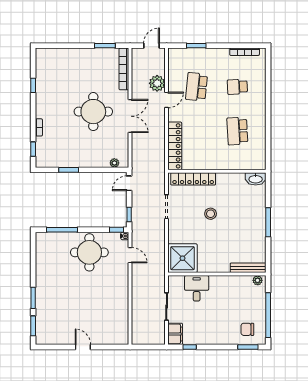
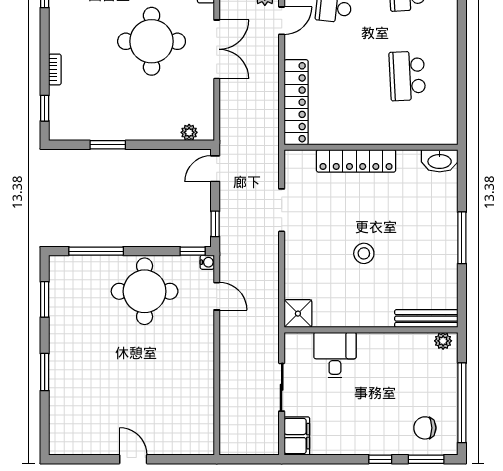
locker: (193, 179) -> (356, 161), moved
stool: (211, 214) -> (364, 253), moved
shower: (183, 258) -> (298, 314), width x0.54, depth x0.54
window: (33, 326) -> (45, 299), moved
window: (190, 347) -> (380, 459), moved

